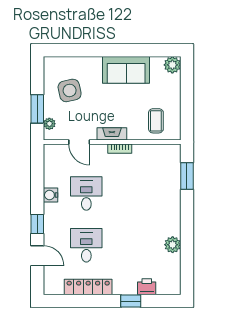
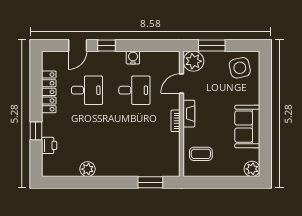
side table: (70, 90) -> (240, 68), moved
plant: (49, 124) -> (193, 61), width x1.88, depth x1.88

